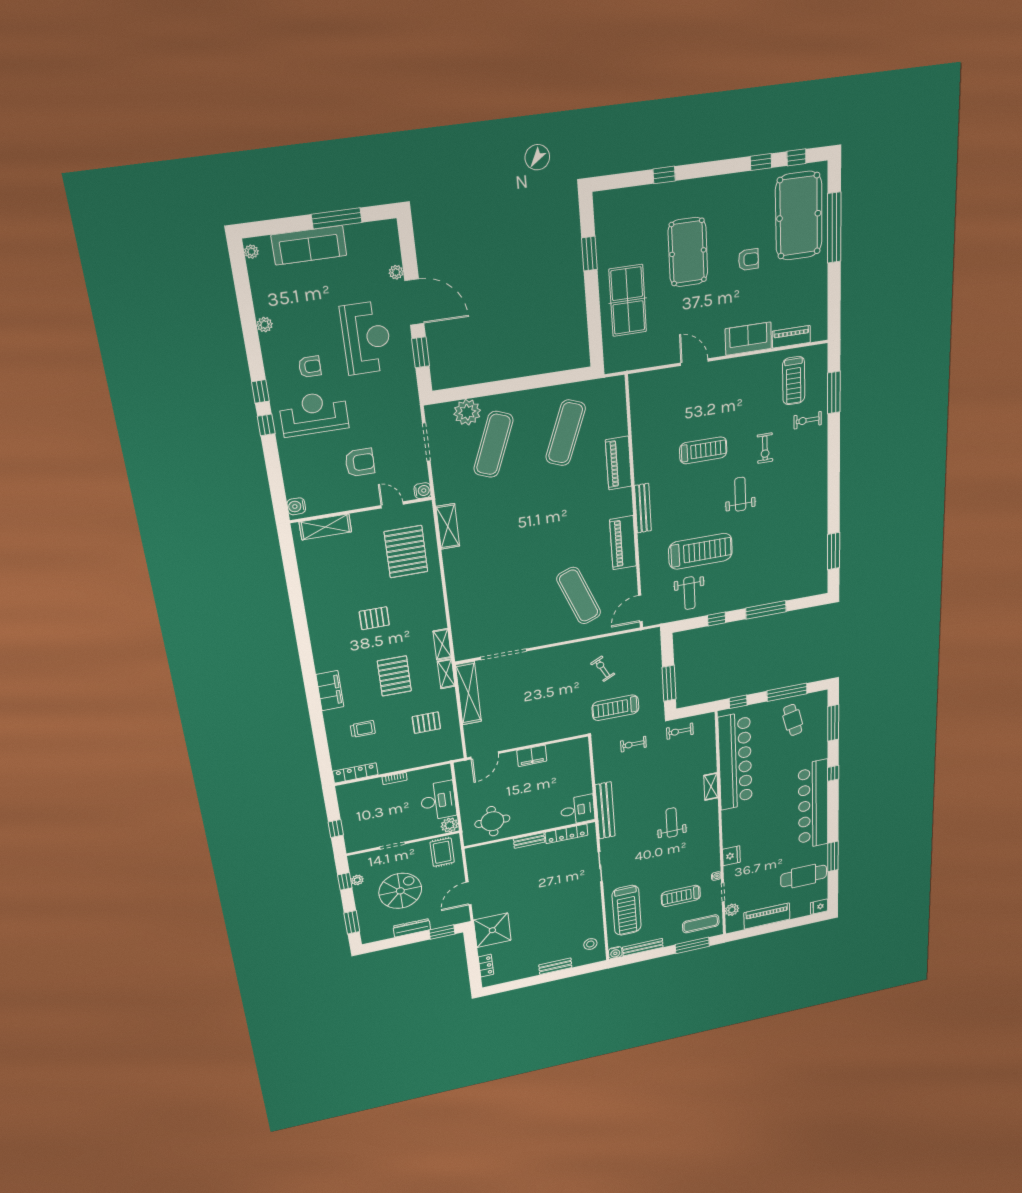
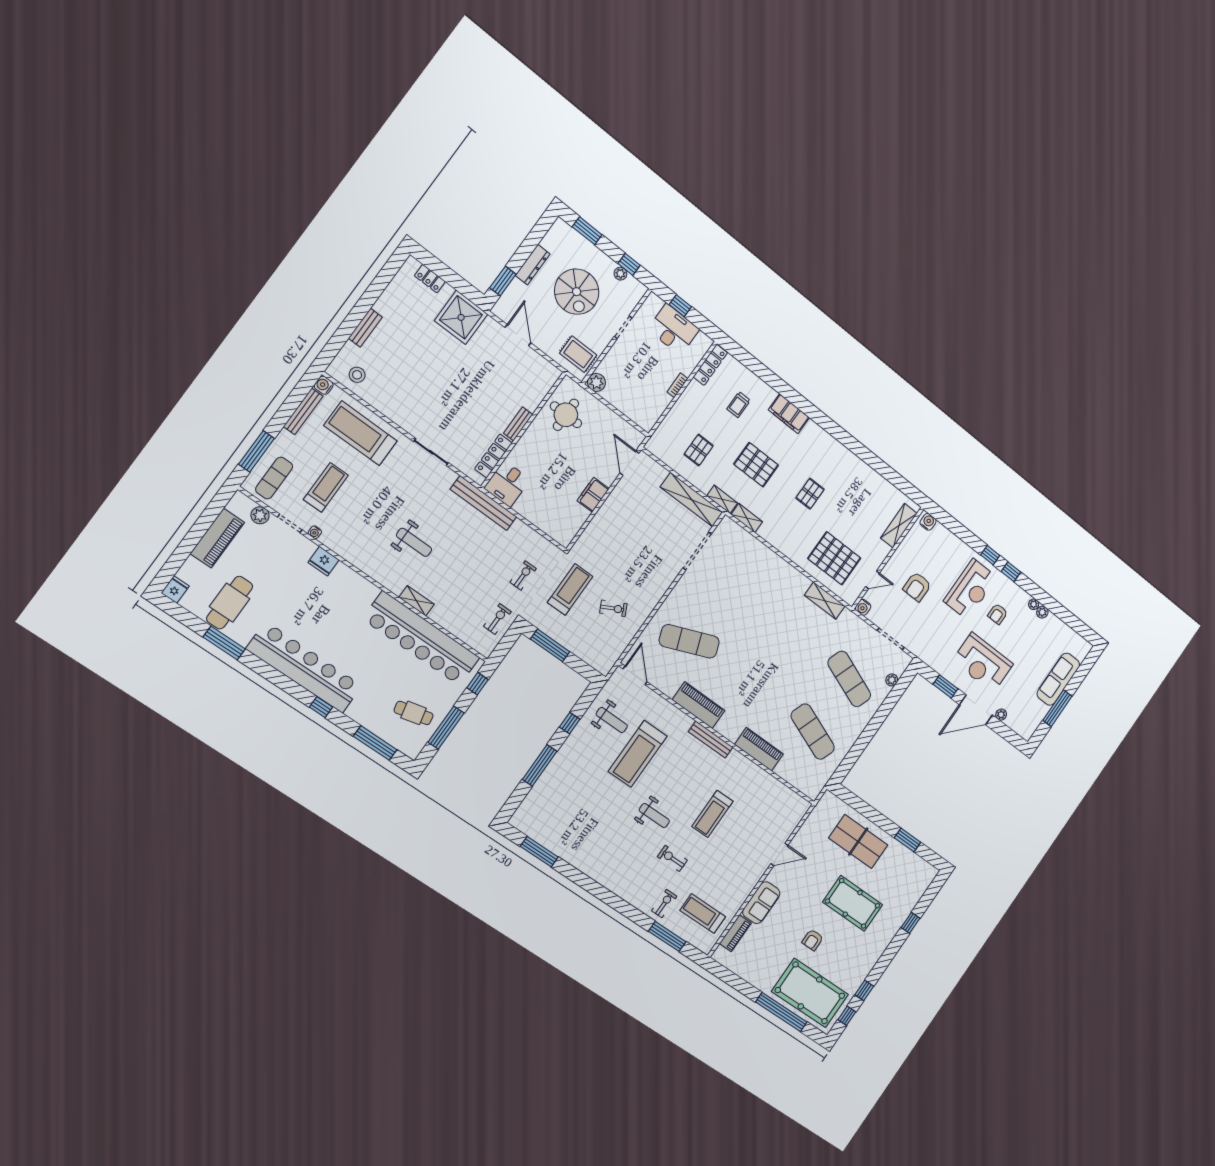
plant: (251, 252) -> (1034, 604), moved
plant: (467, 412) -> (892, 680), width x0.53, depth x0.53
weight bench: (689, 593) -> (612, 720), turned 180
desk: (438, 801) -> (674, 329), moved, turned 180

